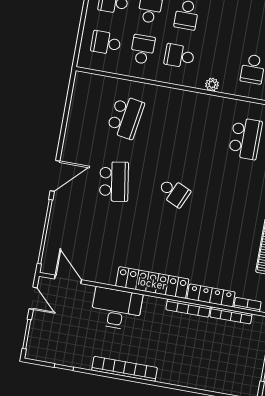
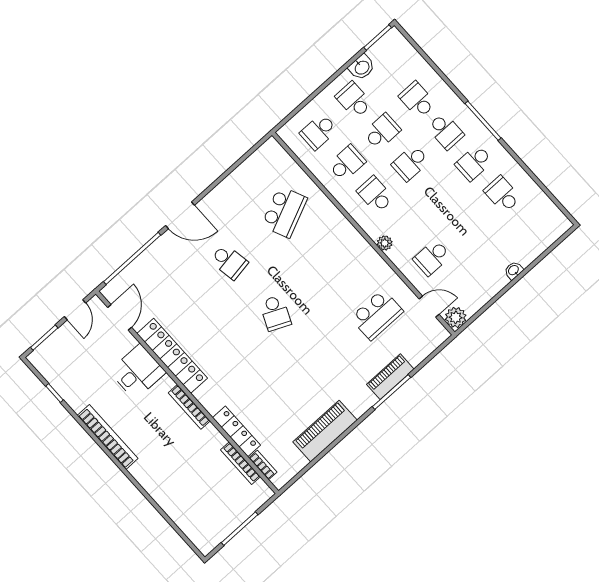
school desk: (106, 43) -> (319, 132), turned -90
school desk: (126, 117) -> (284, 212), turned -33
school desk: (114, 182) -> (229, 262), width x0.54
locker: (152, 283) -> (172, 356), moved
bookcase: (188, 308) -> (189, 407), moved
desk: (116, 309) -> (137, 372), width x0.73

